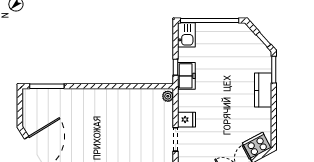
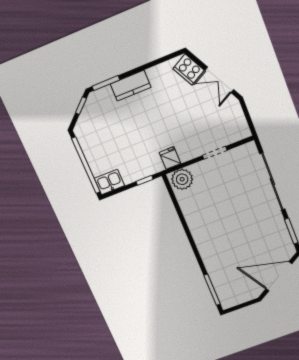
freezer: (186, 76) -> (149, 167), removed
plant: (168, 96) -> (182, 179), width x1.88, depth x1.88
fridge: (187, 120) -> (170, 158), moved

